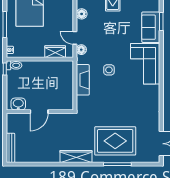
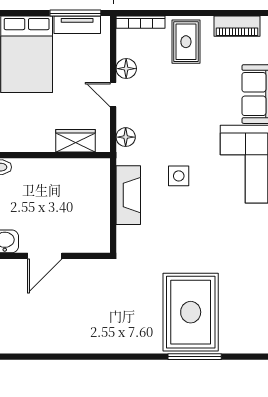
door: (75, 38) -> (113, 95), moved
rug: (115, 141) -> (191, 312), turned 90
wardrobe: (76, 156) -> (115, 342), removed

